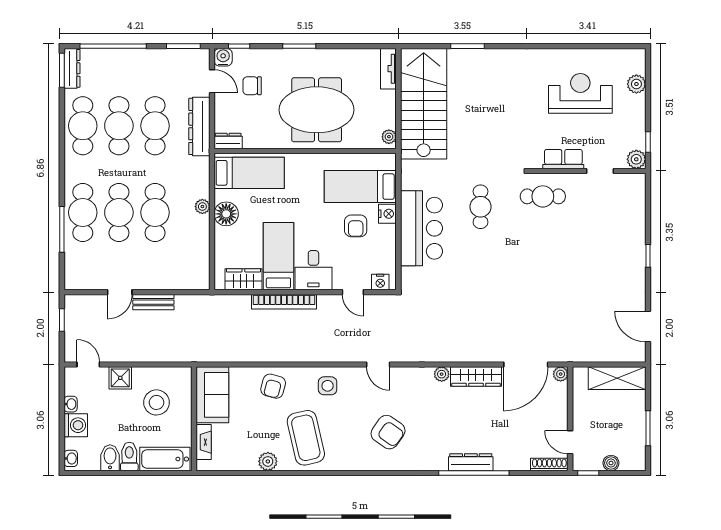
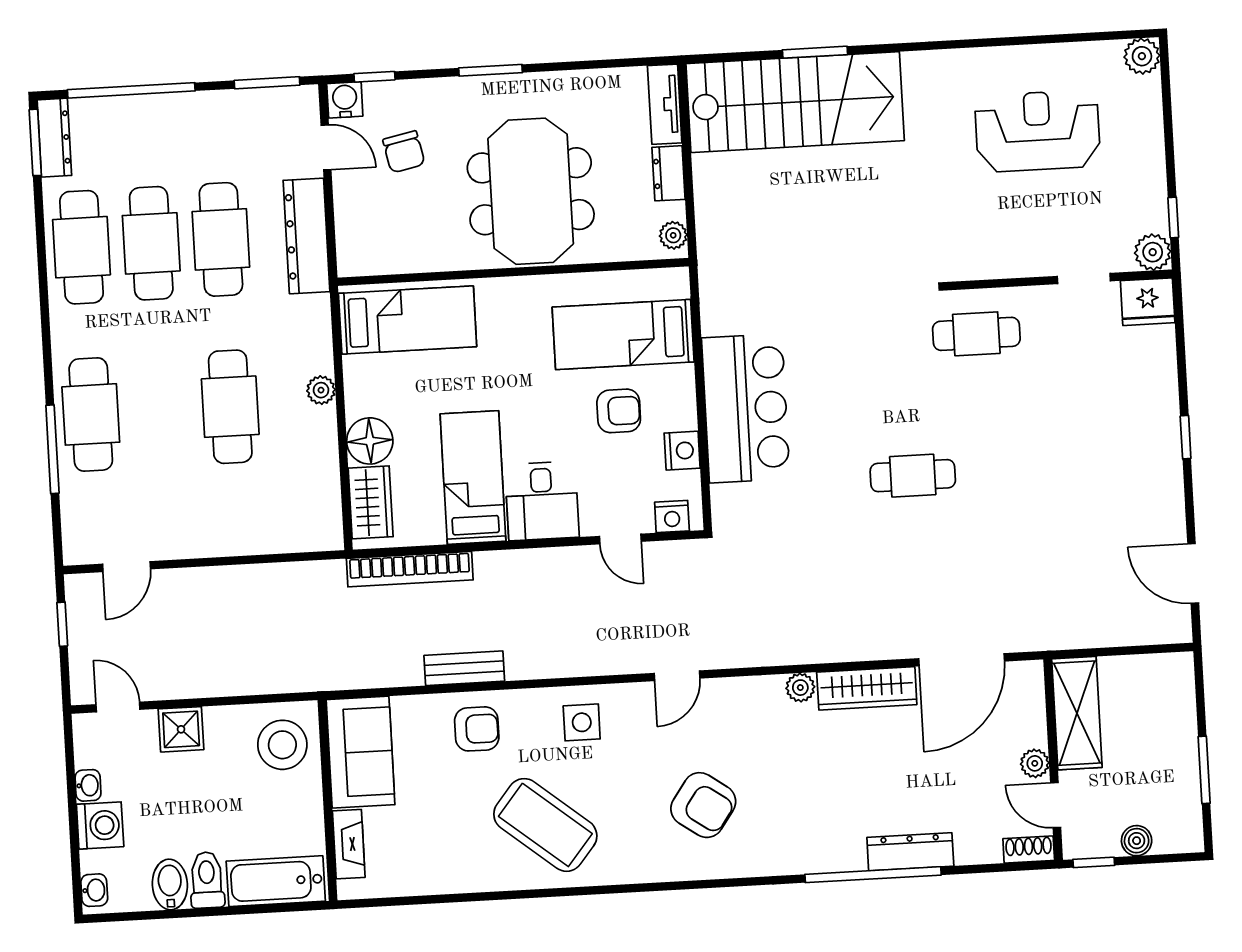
plant: (636, 84) -> (1142, 56), moved
chair: (252, 86) -> (404, 152), turned -102
stairs: (424, 104) -> (795, 102), moved, turned 90
meeting table: (317, 110) -> (531, 191), turned 90
dresser: (228, 141) -> (669, 173), moved, turned -90
row of seats: (563, 159) -> (1012, 260), removed
fridge: (632, 185) -> (1148, 302), added
cafe table: (481, 207) -> (913, 476), moved, turned 90
cafe table: (119, 212) -> (161, 411), removed
floor lamp: (226, 214) -> (370, 441), moved
nightstand: (387, 214) -> (682, 451), moved
armchair: (356, 226) -> (619, 411), turned -90
wardrobe: (243, 279) -> (371, 502), moved, turned 90
door: (120, 292) -> (127, 567), moved
bench: (153, 302) -> (464, 668), moved
bookcase: (284, 302) -> (410, 569), moved
door: (378, 364) -> (677, 676), hinge flipped
plant: (561, 374) -> (1035, 763), moved
shelving: (617, 378) -> (1077, 713), moved, turned 90
armchair: (273, 386) -> (477, 729), turned -105
stool: (156, 402) -> (282, 745), moved
coffee table: (306, 438) -> (545, 825), turned -38
plant: (268, 461) -> (475, 875), removed
dresser: (471, 462) -> (910, 852), moved
shoe rack: (549, 464) -> (1029, 850), width x0.70

